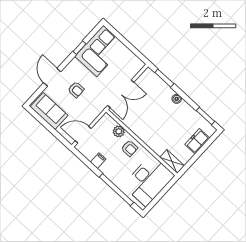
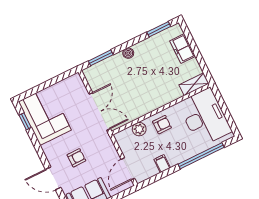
window: (79, 48) -> (25, 121), moved

